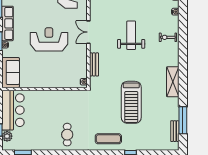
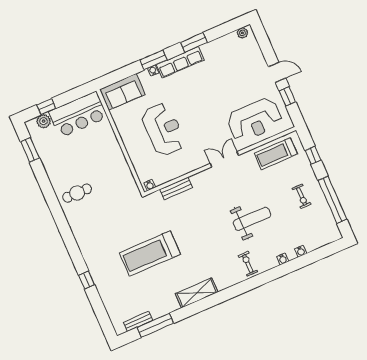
double door: (88, 32) -> (224, 159), moved
weight bench: (131, 35) -> (252, 219), moved
reception desk: (49, 39) -> (163, 129), moved
exercise mat: (108, 139) -> (94, 245), removed

